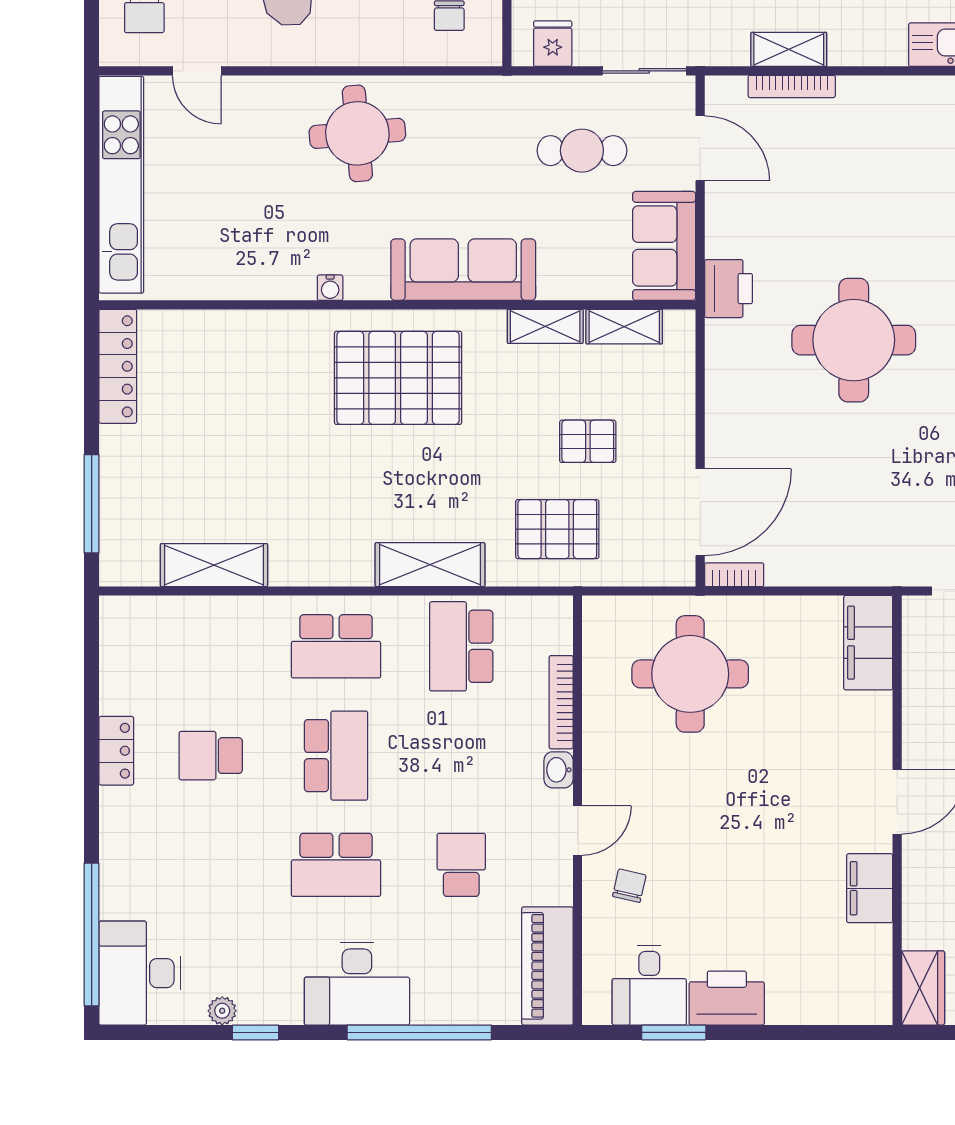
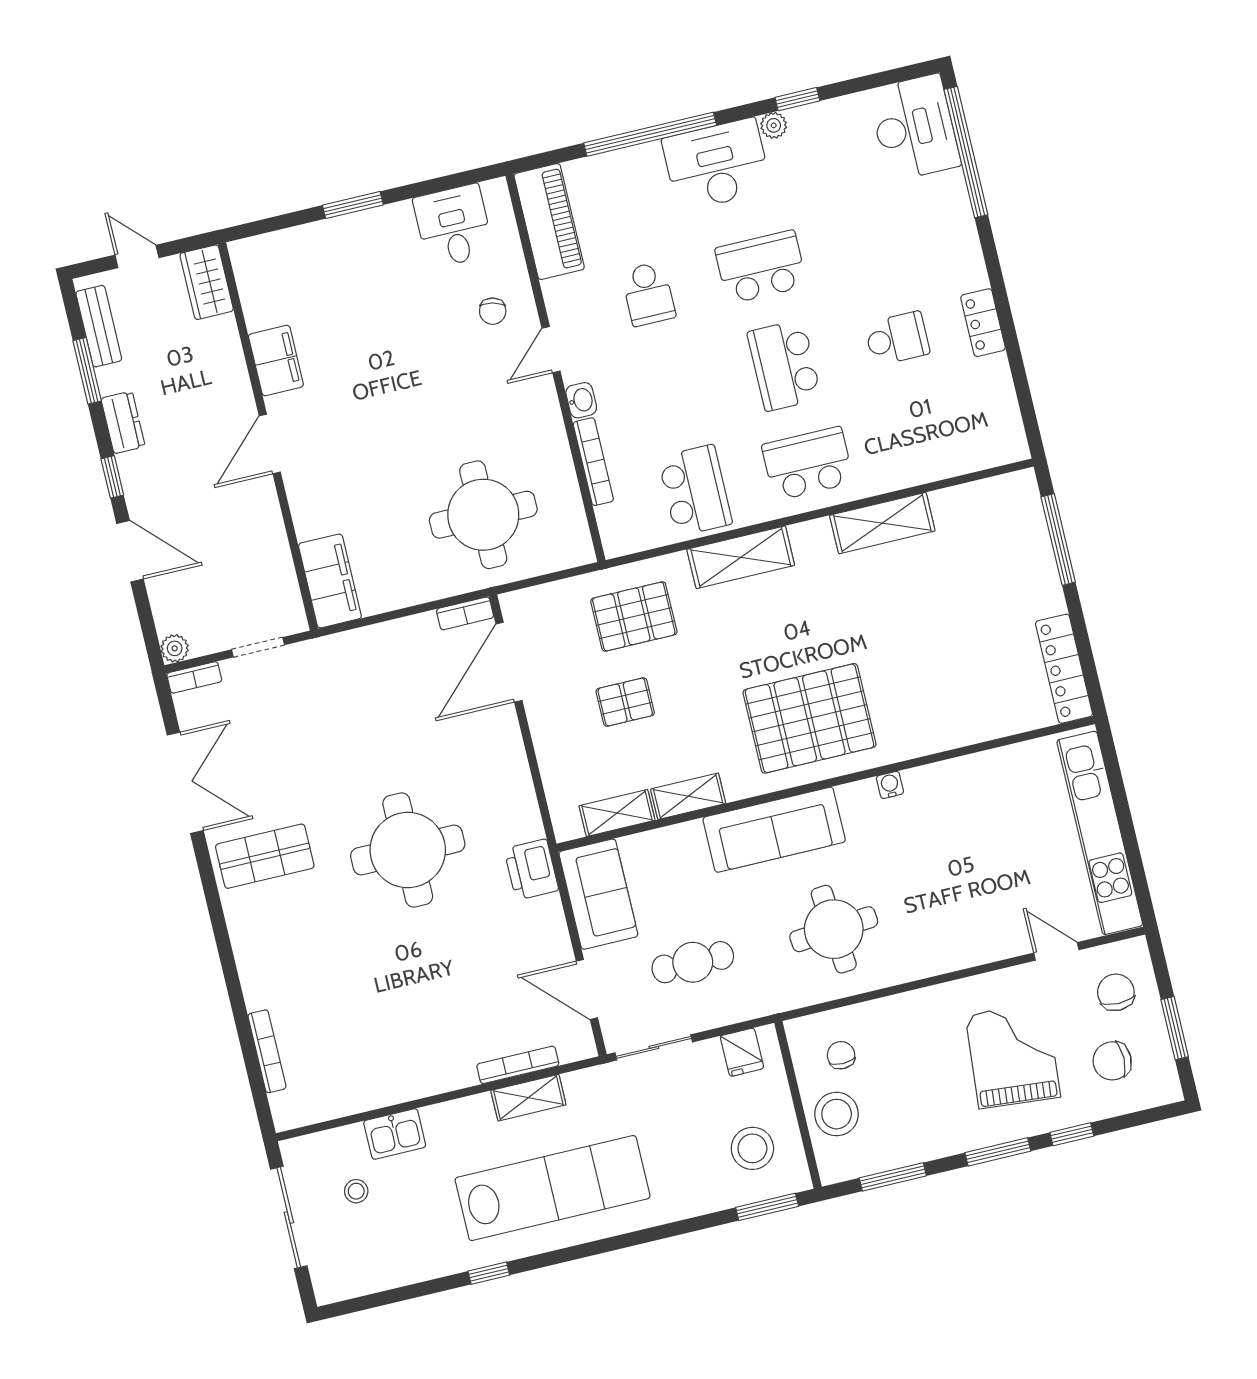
round table: (357, 133) -> (834, 929), moved
shelving: (214, 565) -> (882, 523), moved
printer: (727, 998) -> (381, 231), removed
plant: (222, 1011) -> (774, 125), moved
window: (674, 1032) -> (353, 205), moved

